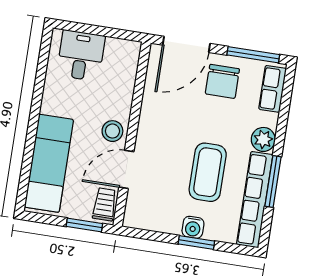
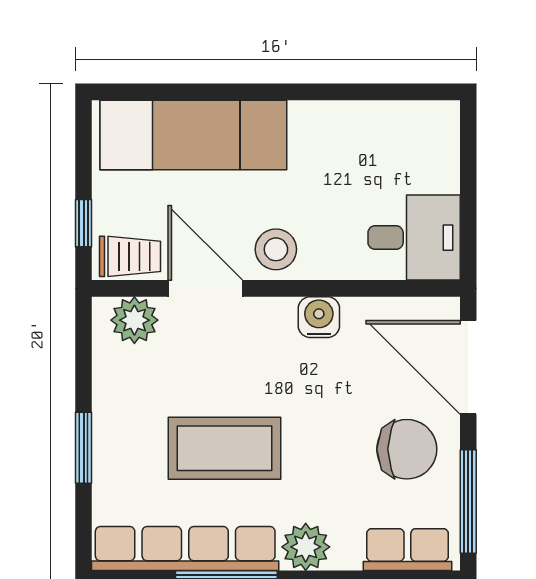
desk: (81, 55) -> (414, 238), moved
chair: (222, 81) -> (407, 449), turned 180
plant: (137, 207) -> (134, 320), added
window: (84, 225) -> (84, 223), width x0.67
water cooler: (193, 227) -> (319, 317), moved, turned 90

